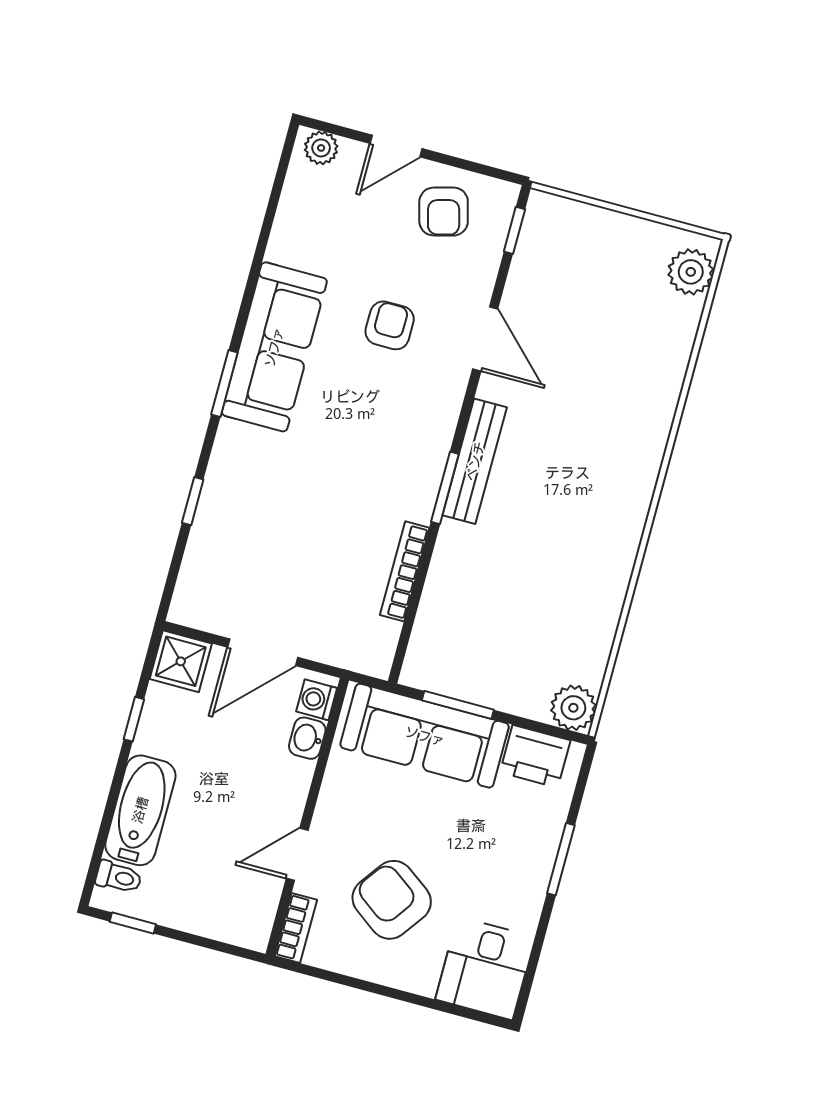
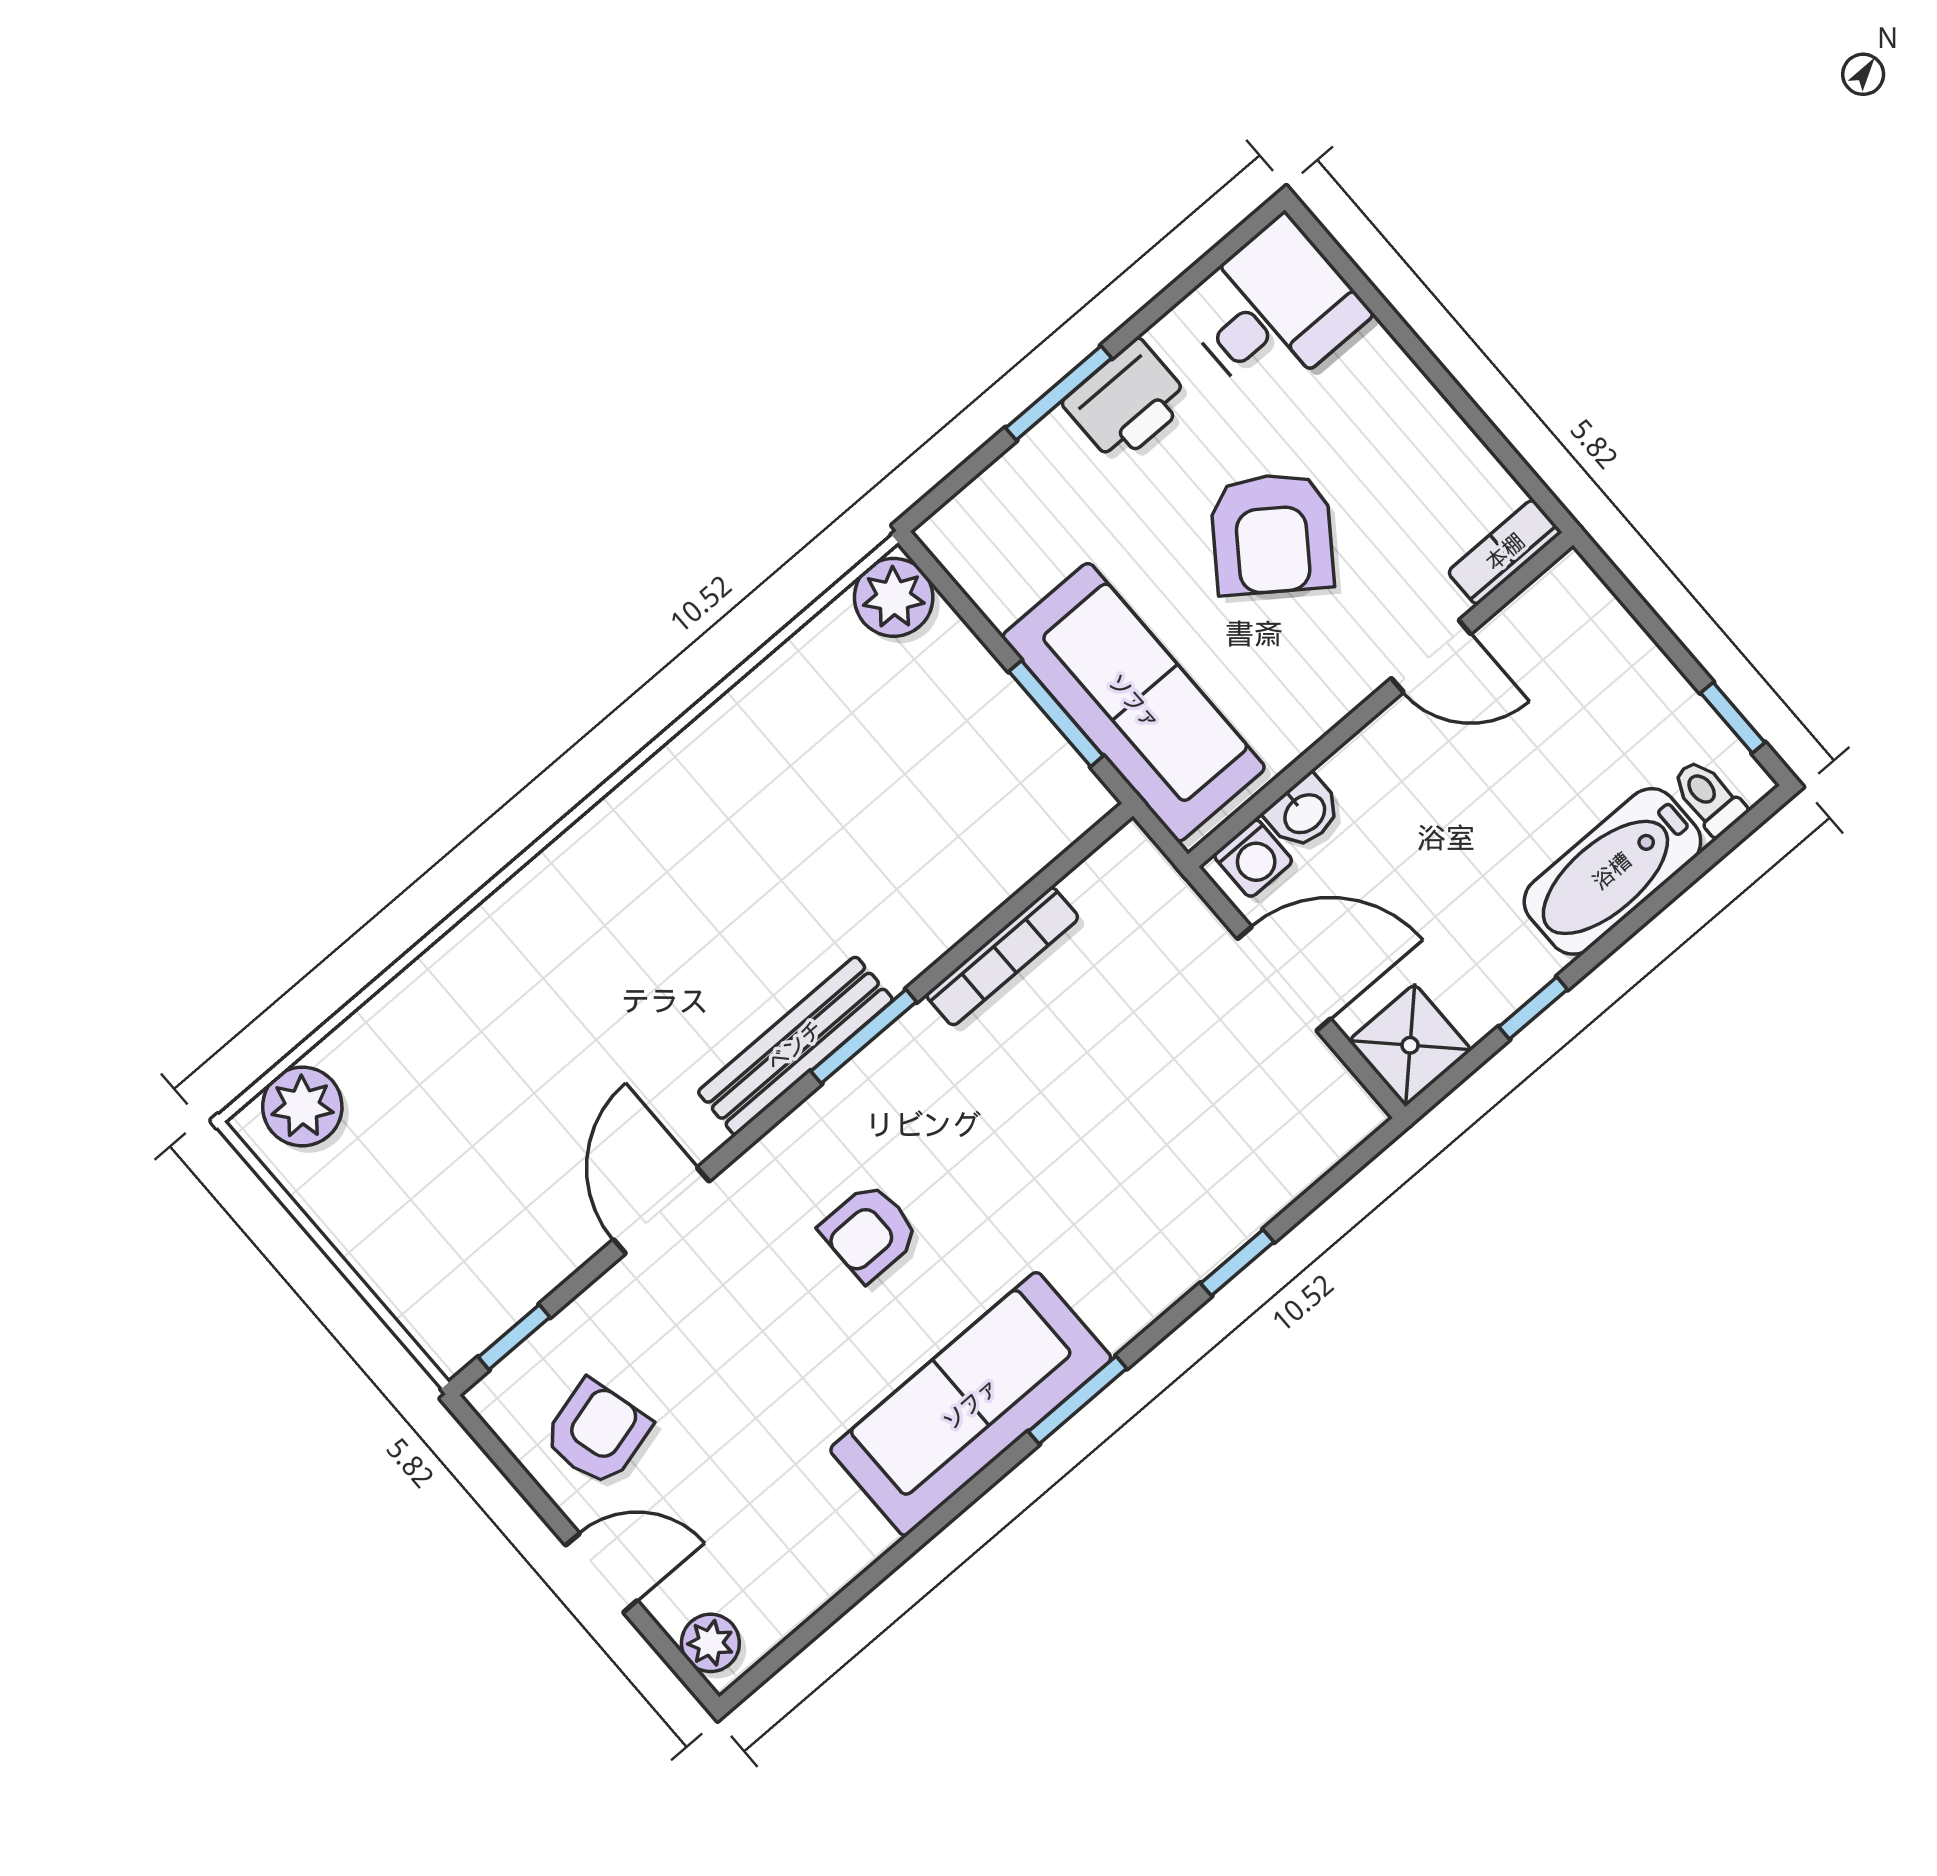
armchair: (390, 325) -> (869, 1232), moved
printer: (535, 756) -> (1127, 402), moved, turned 90
armchair: (392, 900) -> (1272, 534), moved

